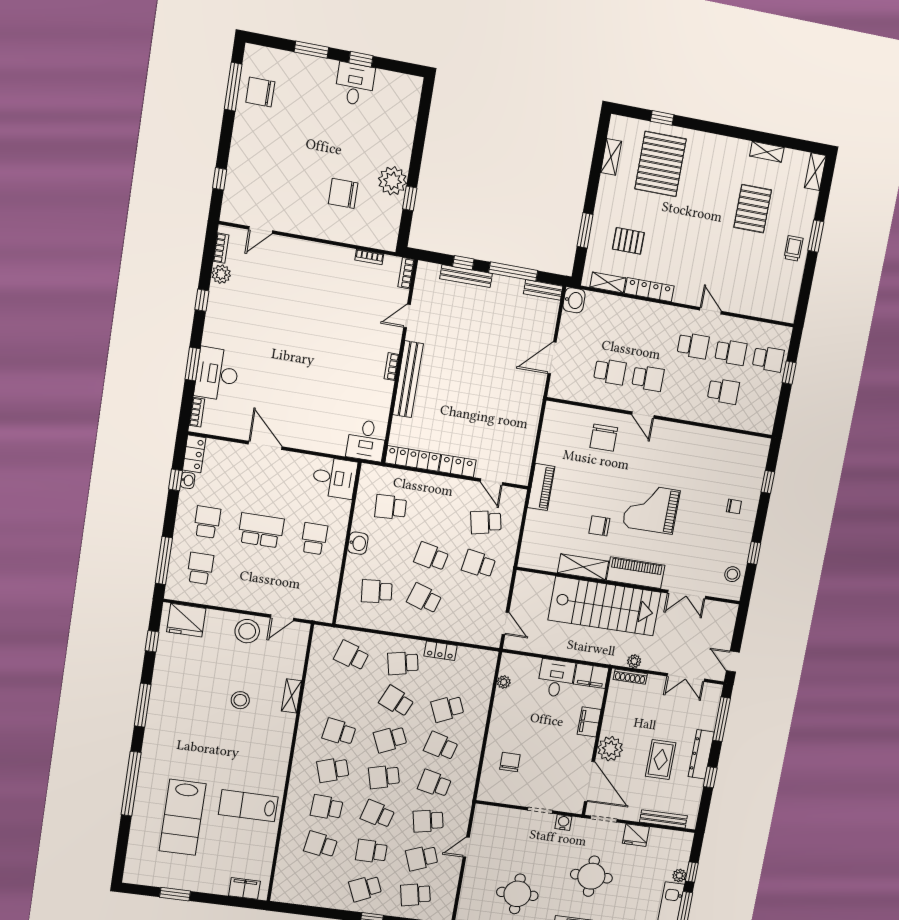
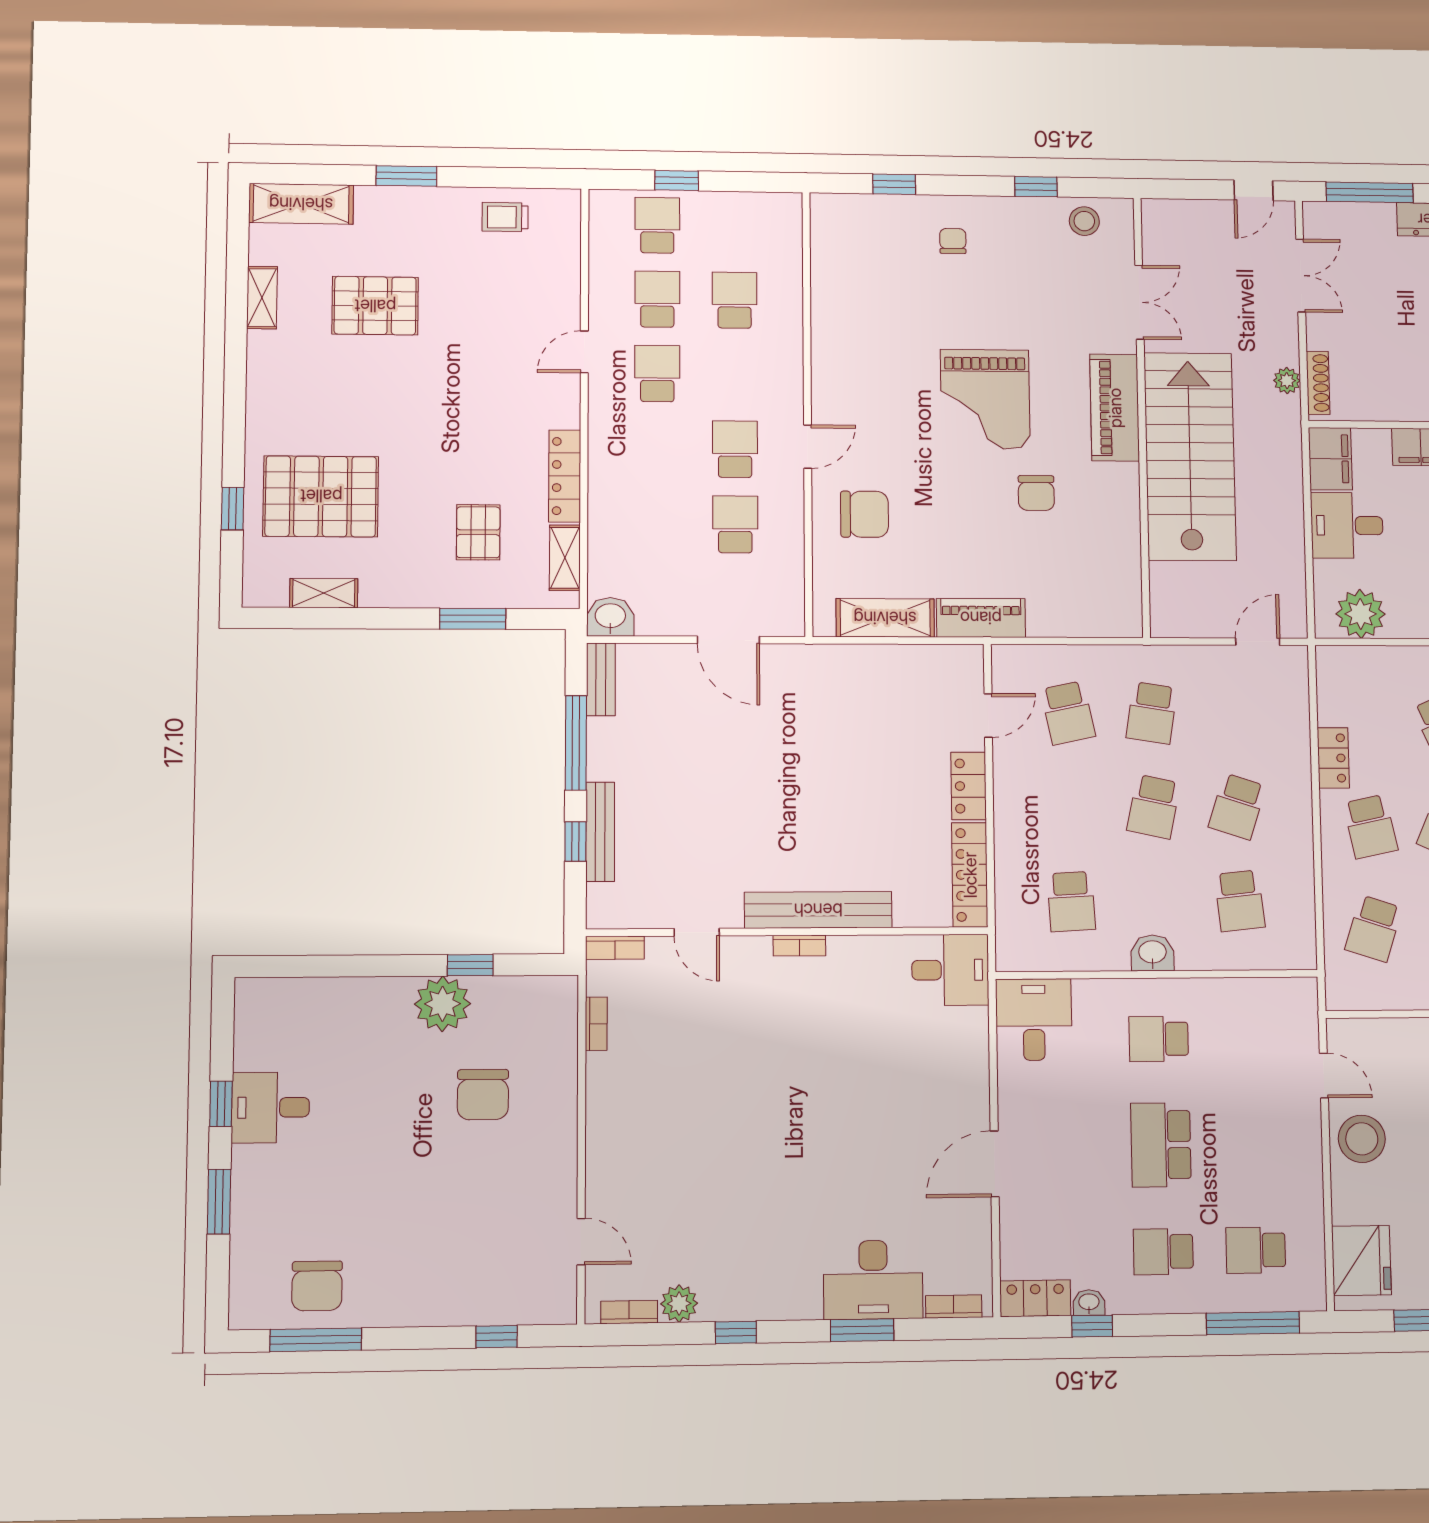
shelving: (815, 172) -> (301, 204), width x1.50, depth x1.33
trolley: (793, 248) -> (505, 217), moved
shelving: (583, 567) -> (885, 618), moved, turned 90
plant: (504, 682) -> (1361, 614), width x1.88, depth x1.88

